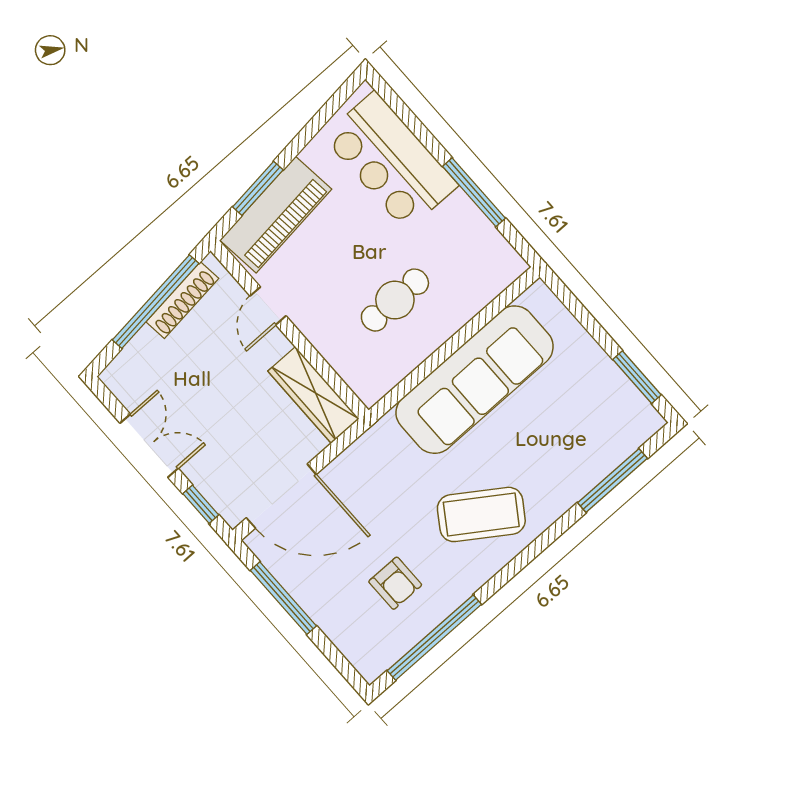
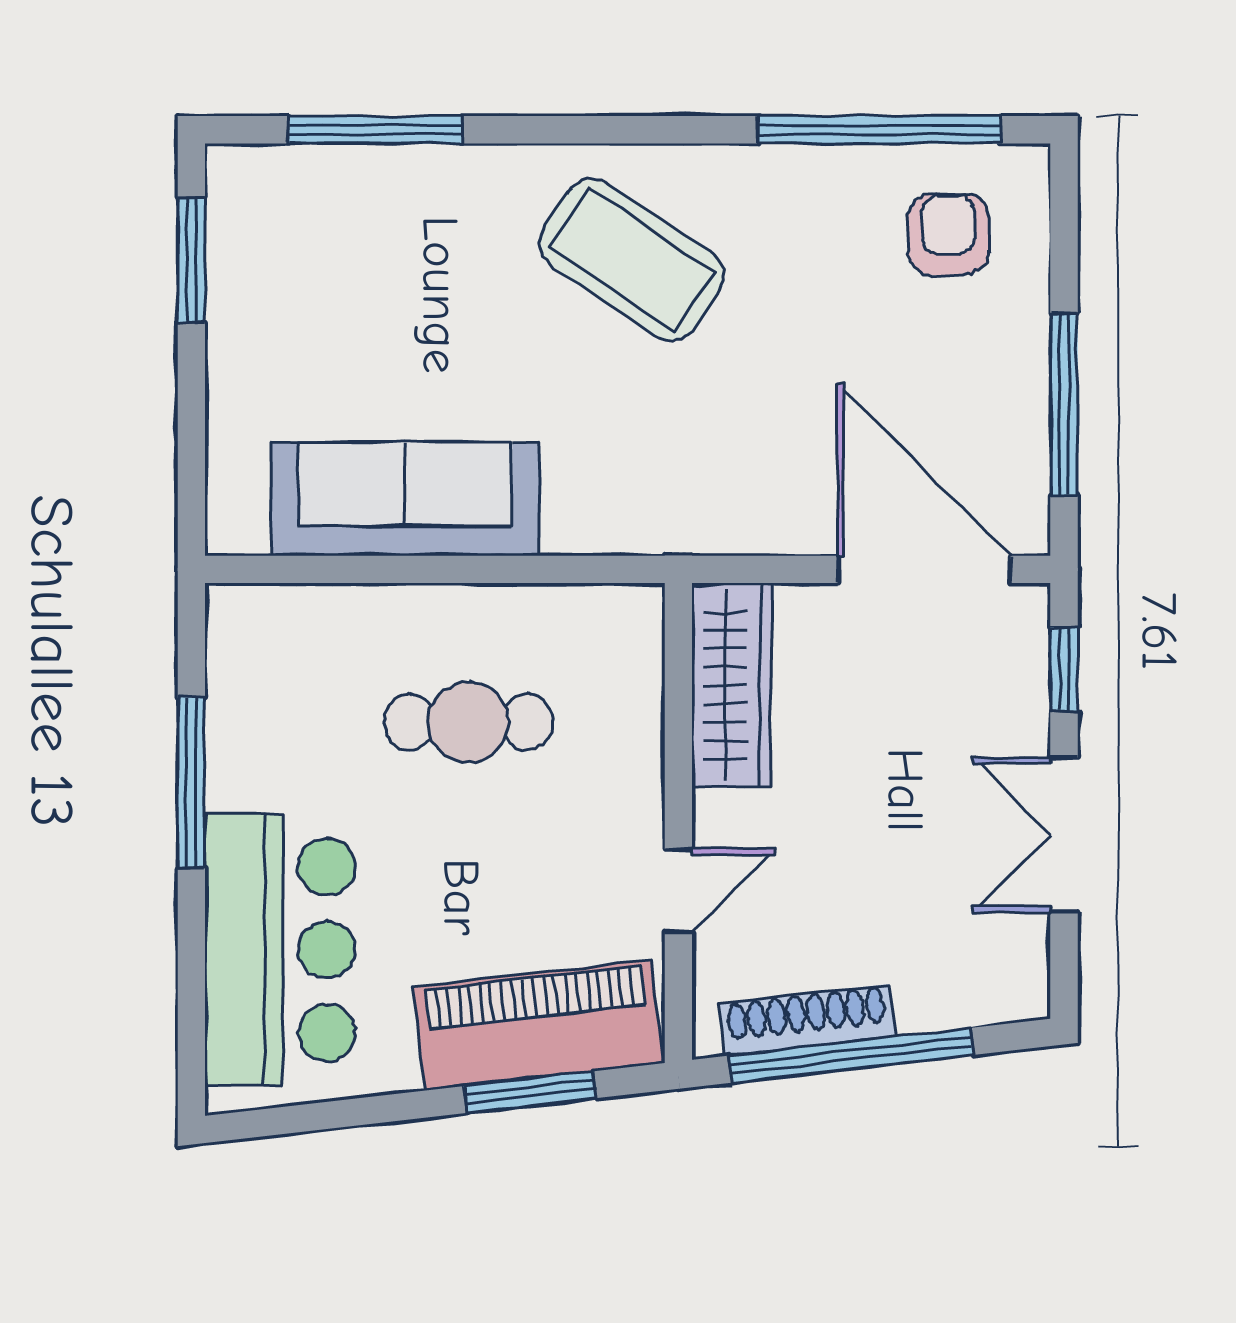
sofa: (475, 380) -> (405, 499), width x0.74, depth x0.79
armchair: (395, 583) -> (948, 234), moved

